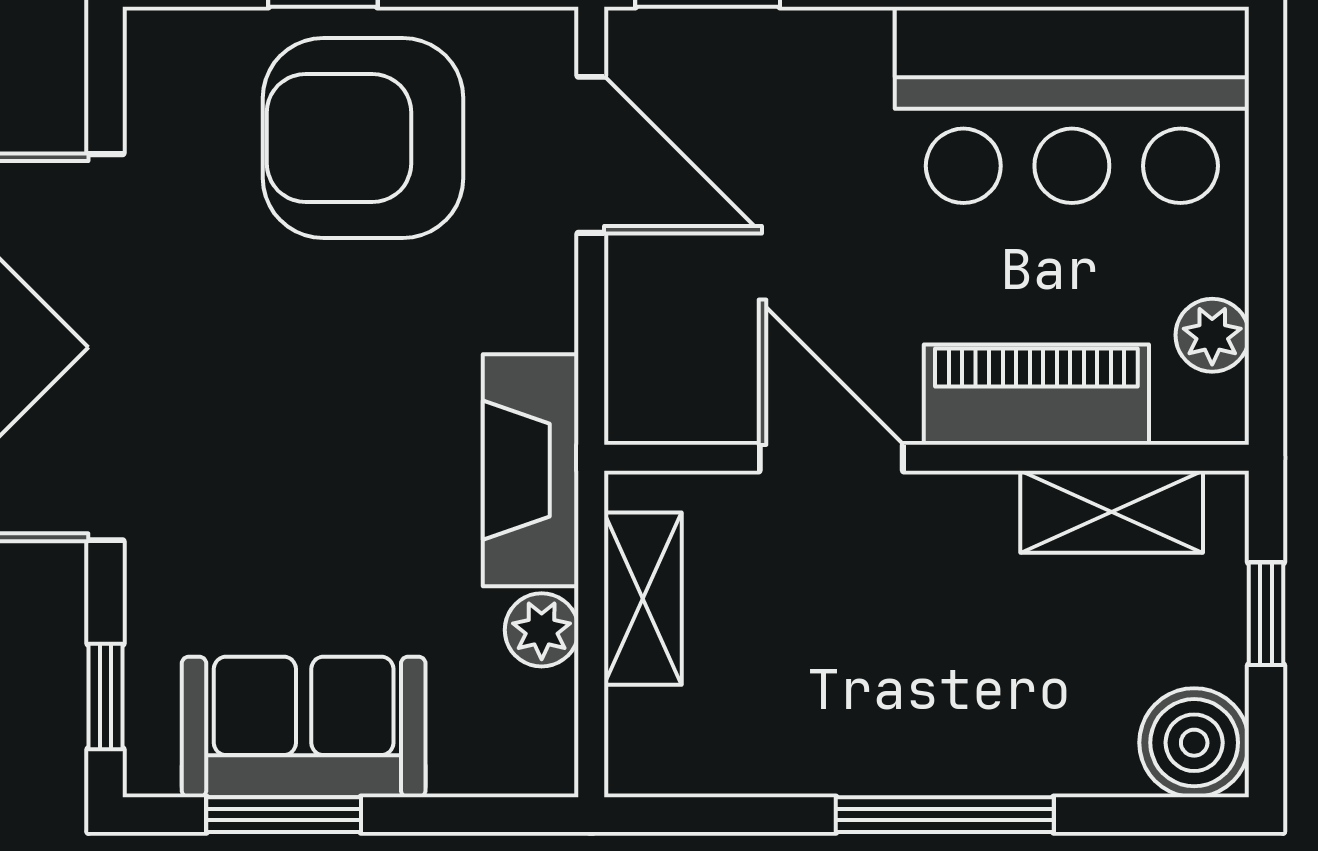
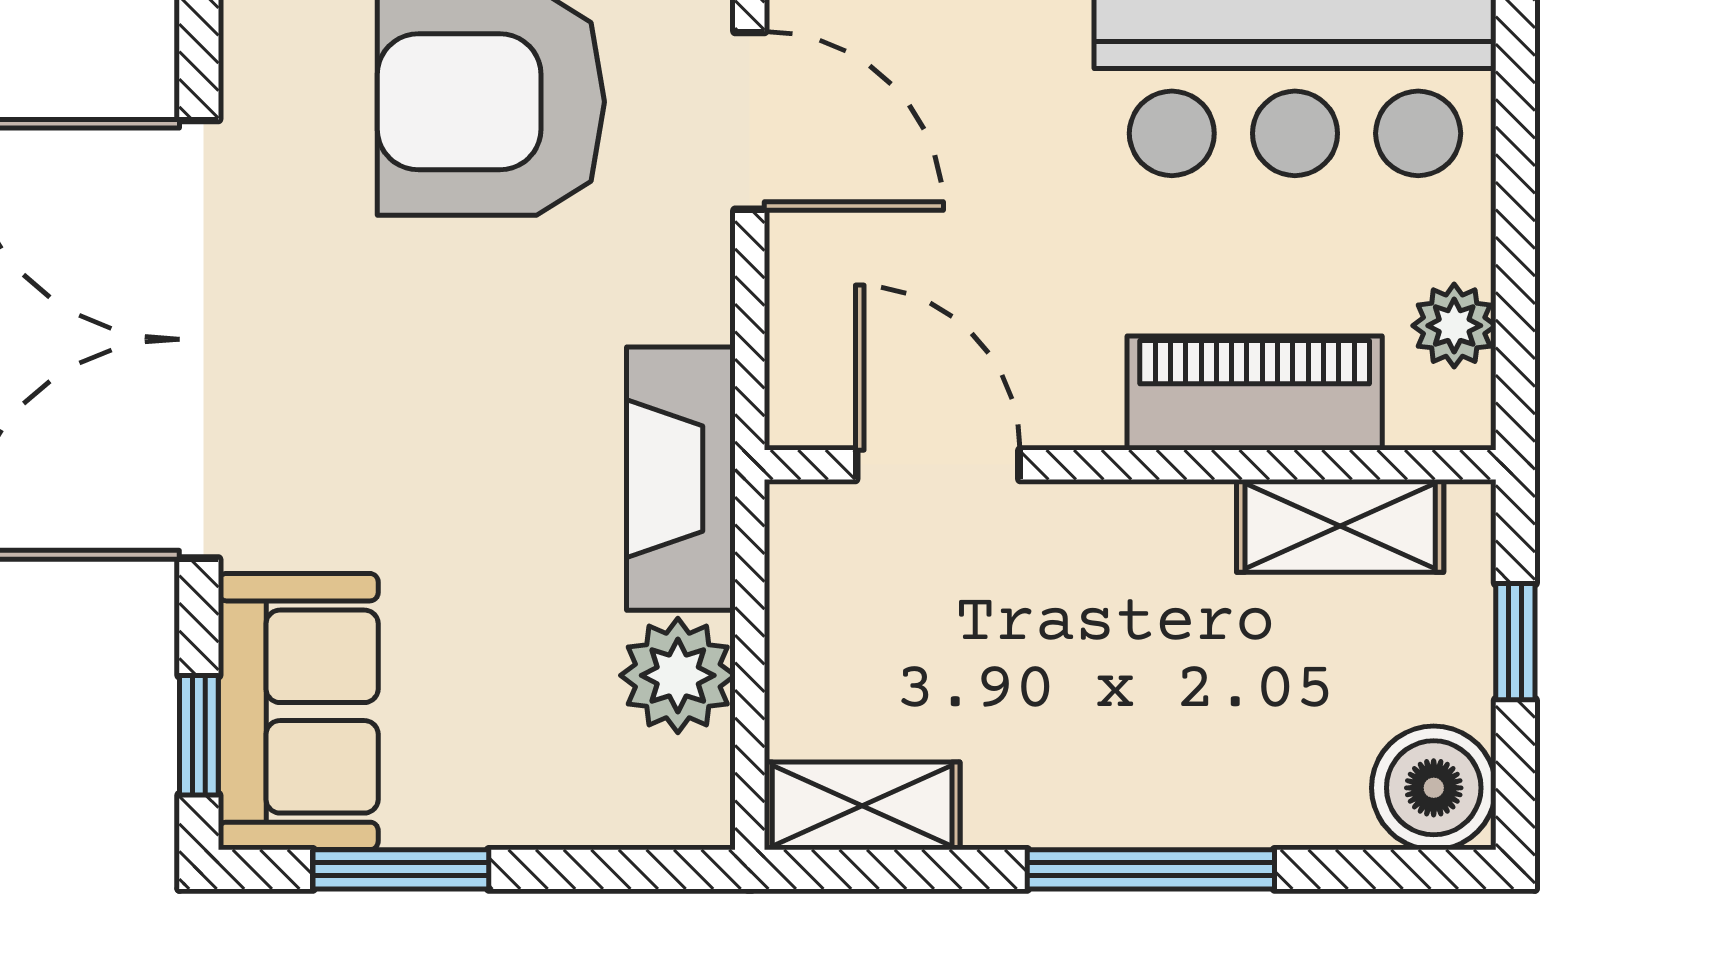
door: (831, 458) -> (938, 465), moved
shelving: (643, 599) -> (862, 806), moved, turned 90
plant: (542, 630) -> (678, 675), width x1.38, depth x1.38
sofa: (304, 727) -> (298, 712), moved, turned 90

